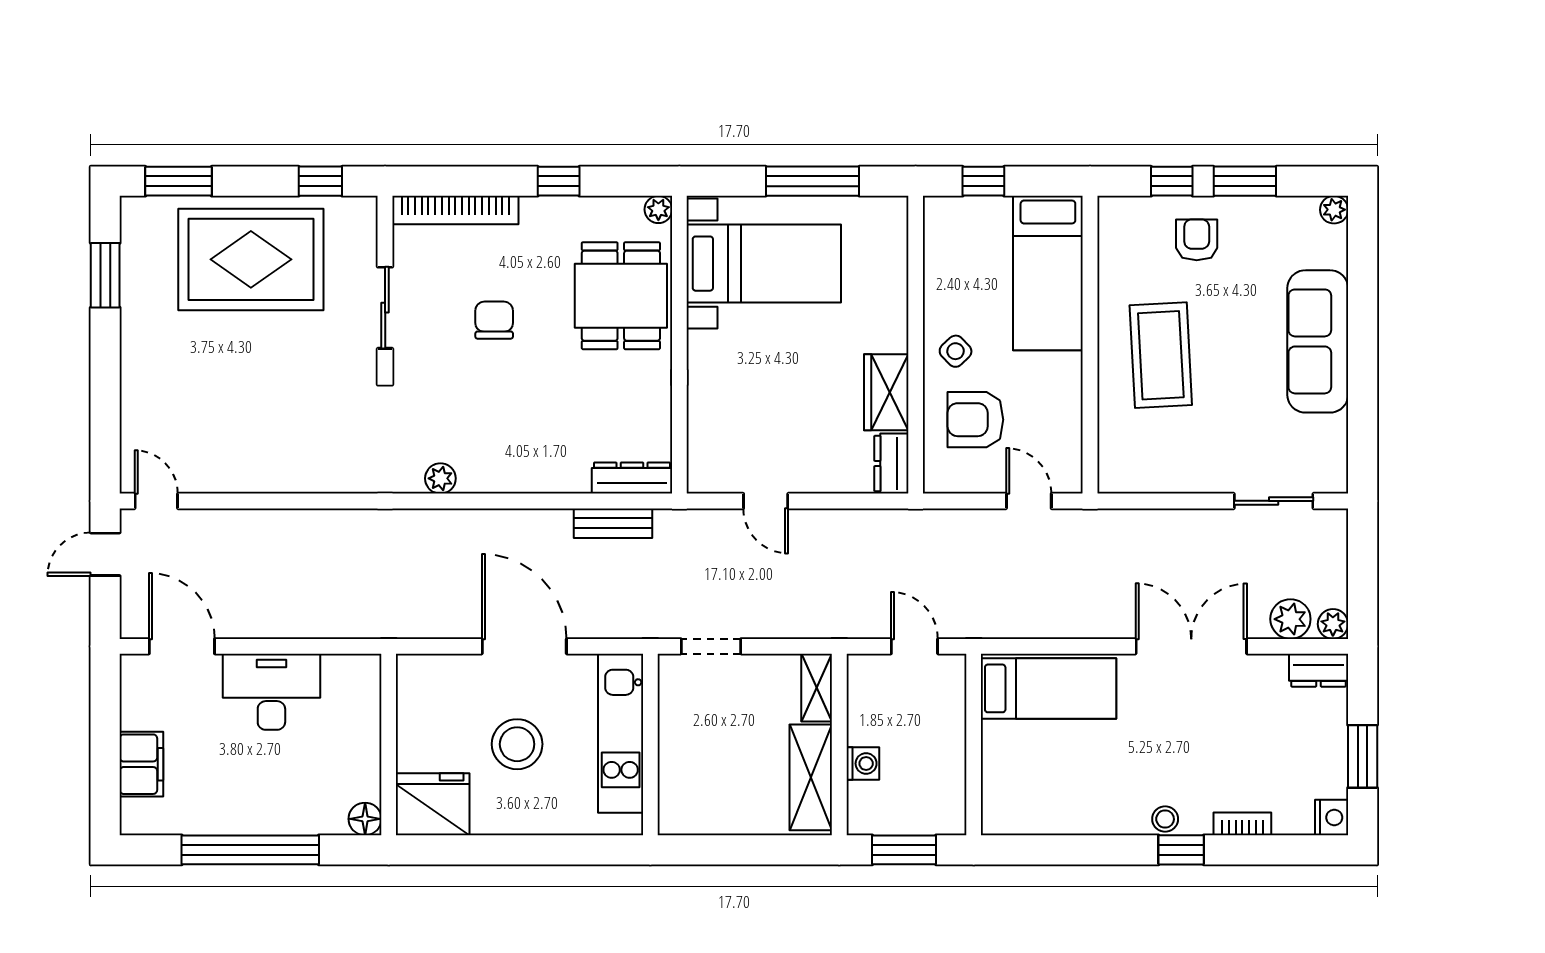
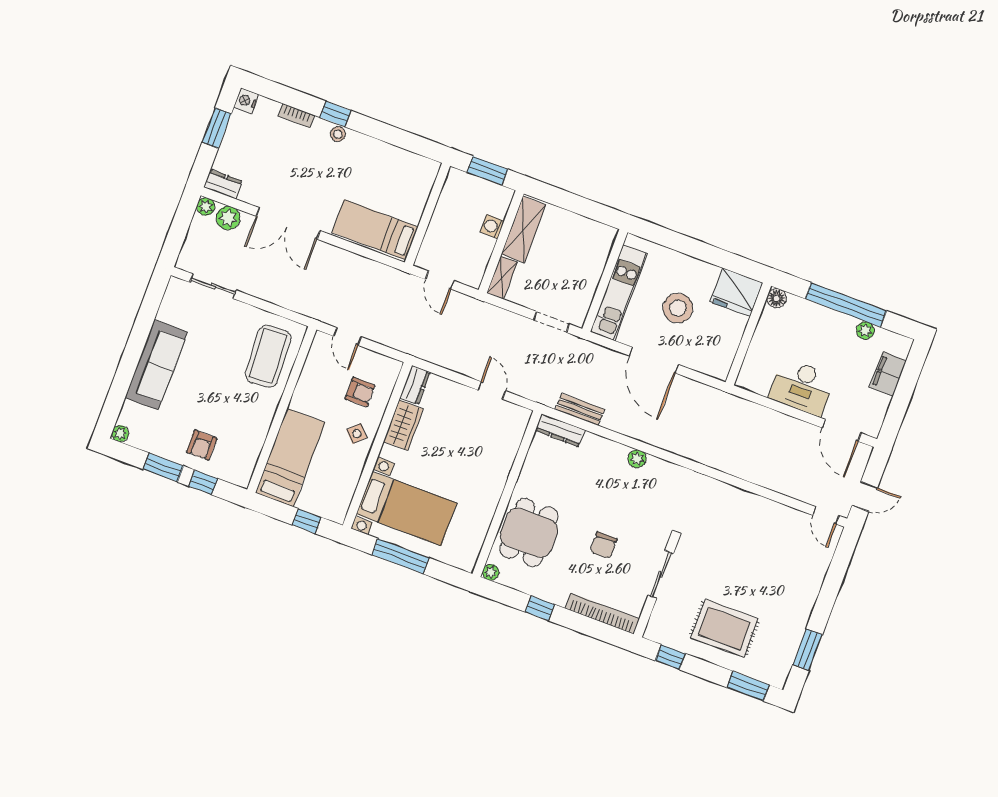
rug: (251, 259) -> (724, 628), width x0.73, depth x0.69
bed with nightstands: (764, 264) -> (406, 509), moved, turned 180
coffee table: (1161, 355) -> (268, 356), moved
armchair: (975, 420) -> (360, 392), width x0.72, depth x0.72
plant: (440, 478) -> (637, 459), moved
plant: (204, 820) -> (865, 330), added

